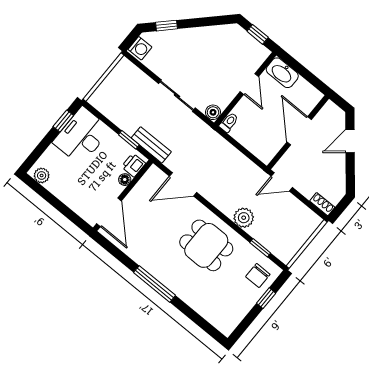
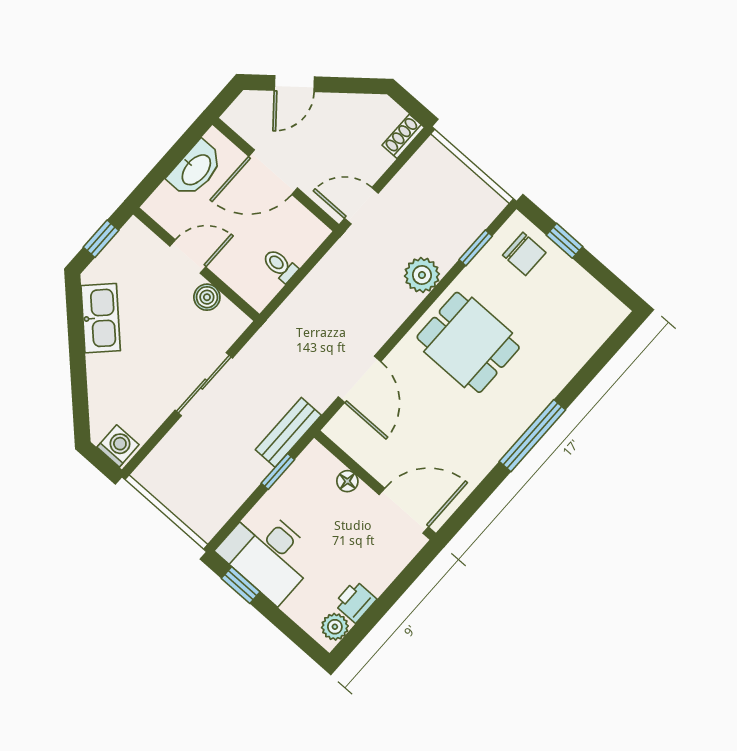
window: (167, 26) -> (80, 398), removed
kitchen sink: (212, 36) -> (101, 318), added
washbasin: (282, 73) -> (196, 169), moved
boiler: (213, 112) -> (207, 297), moved
toilet: (229, 122) -> (280, 265), moved
door: (350, 141) -> (294, 84), hinge flipped
printer: (133, 165) -> (355, 602), moved, turned 90
door: (282, 182) -> (361, 206), swing flipped
dining table: (206, 245) -> (468, 342), turned 90

